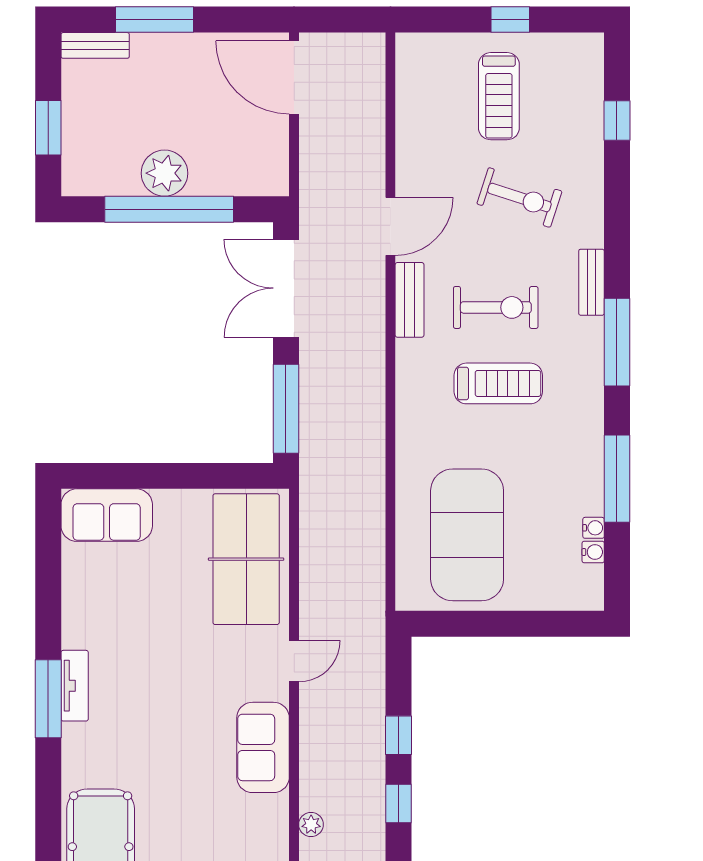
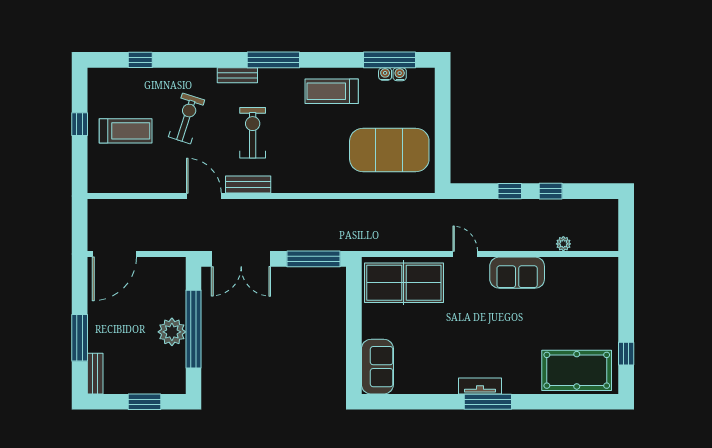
treadmill: (498, 383) -> (332, 91), moved, turned -90
window: (617, 479) -> (389, 60), moved

